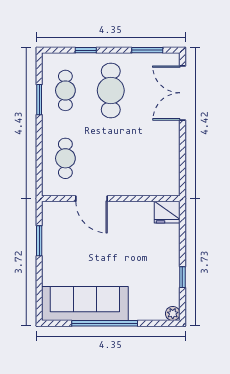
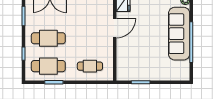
cafe table: (65, 90) -> (48, 66), width x1.37, depth x1.35
door: (91, 199) -> (115, 28), moved
sofa: (85, 304) -> (179, 34), moved

